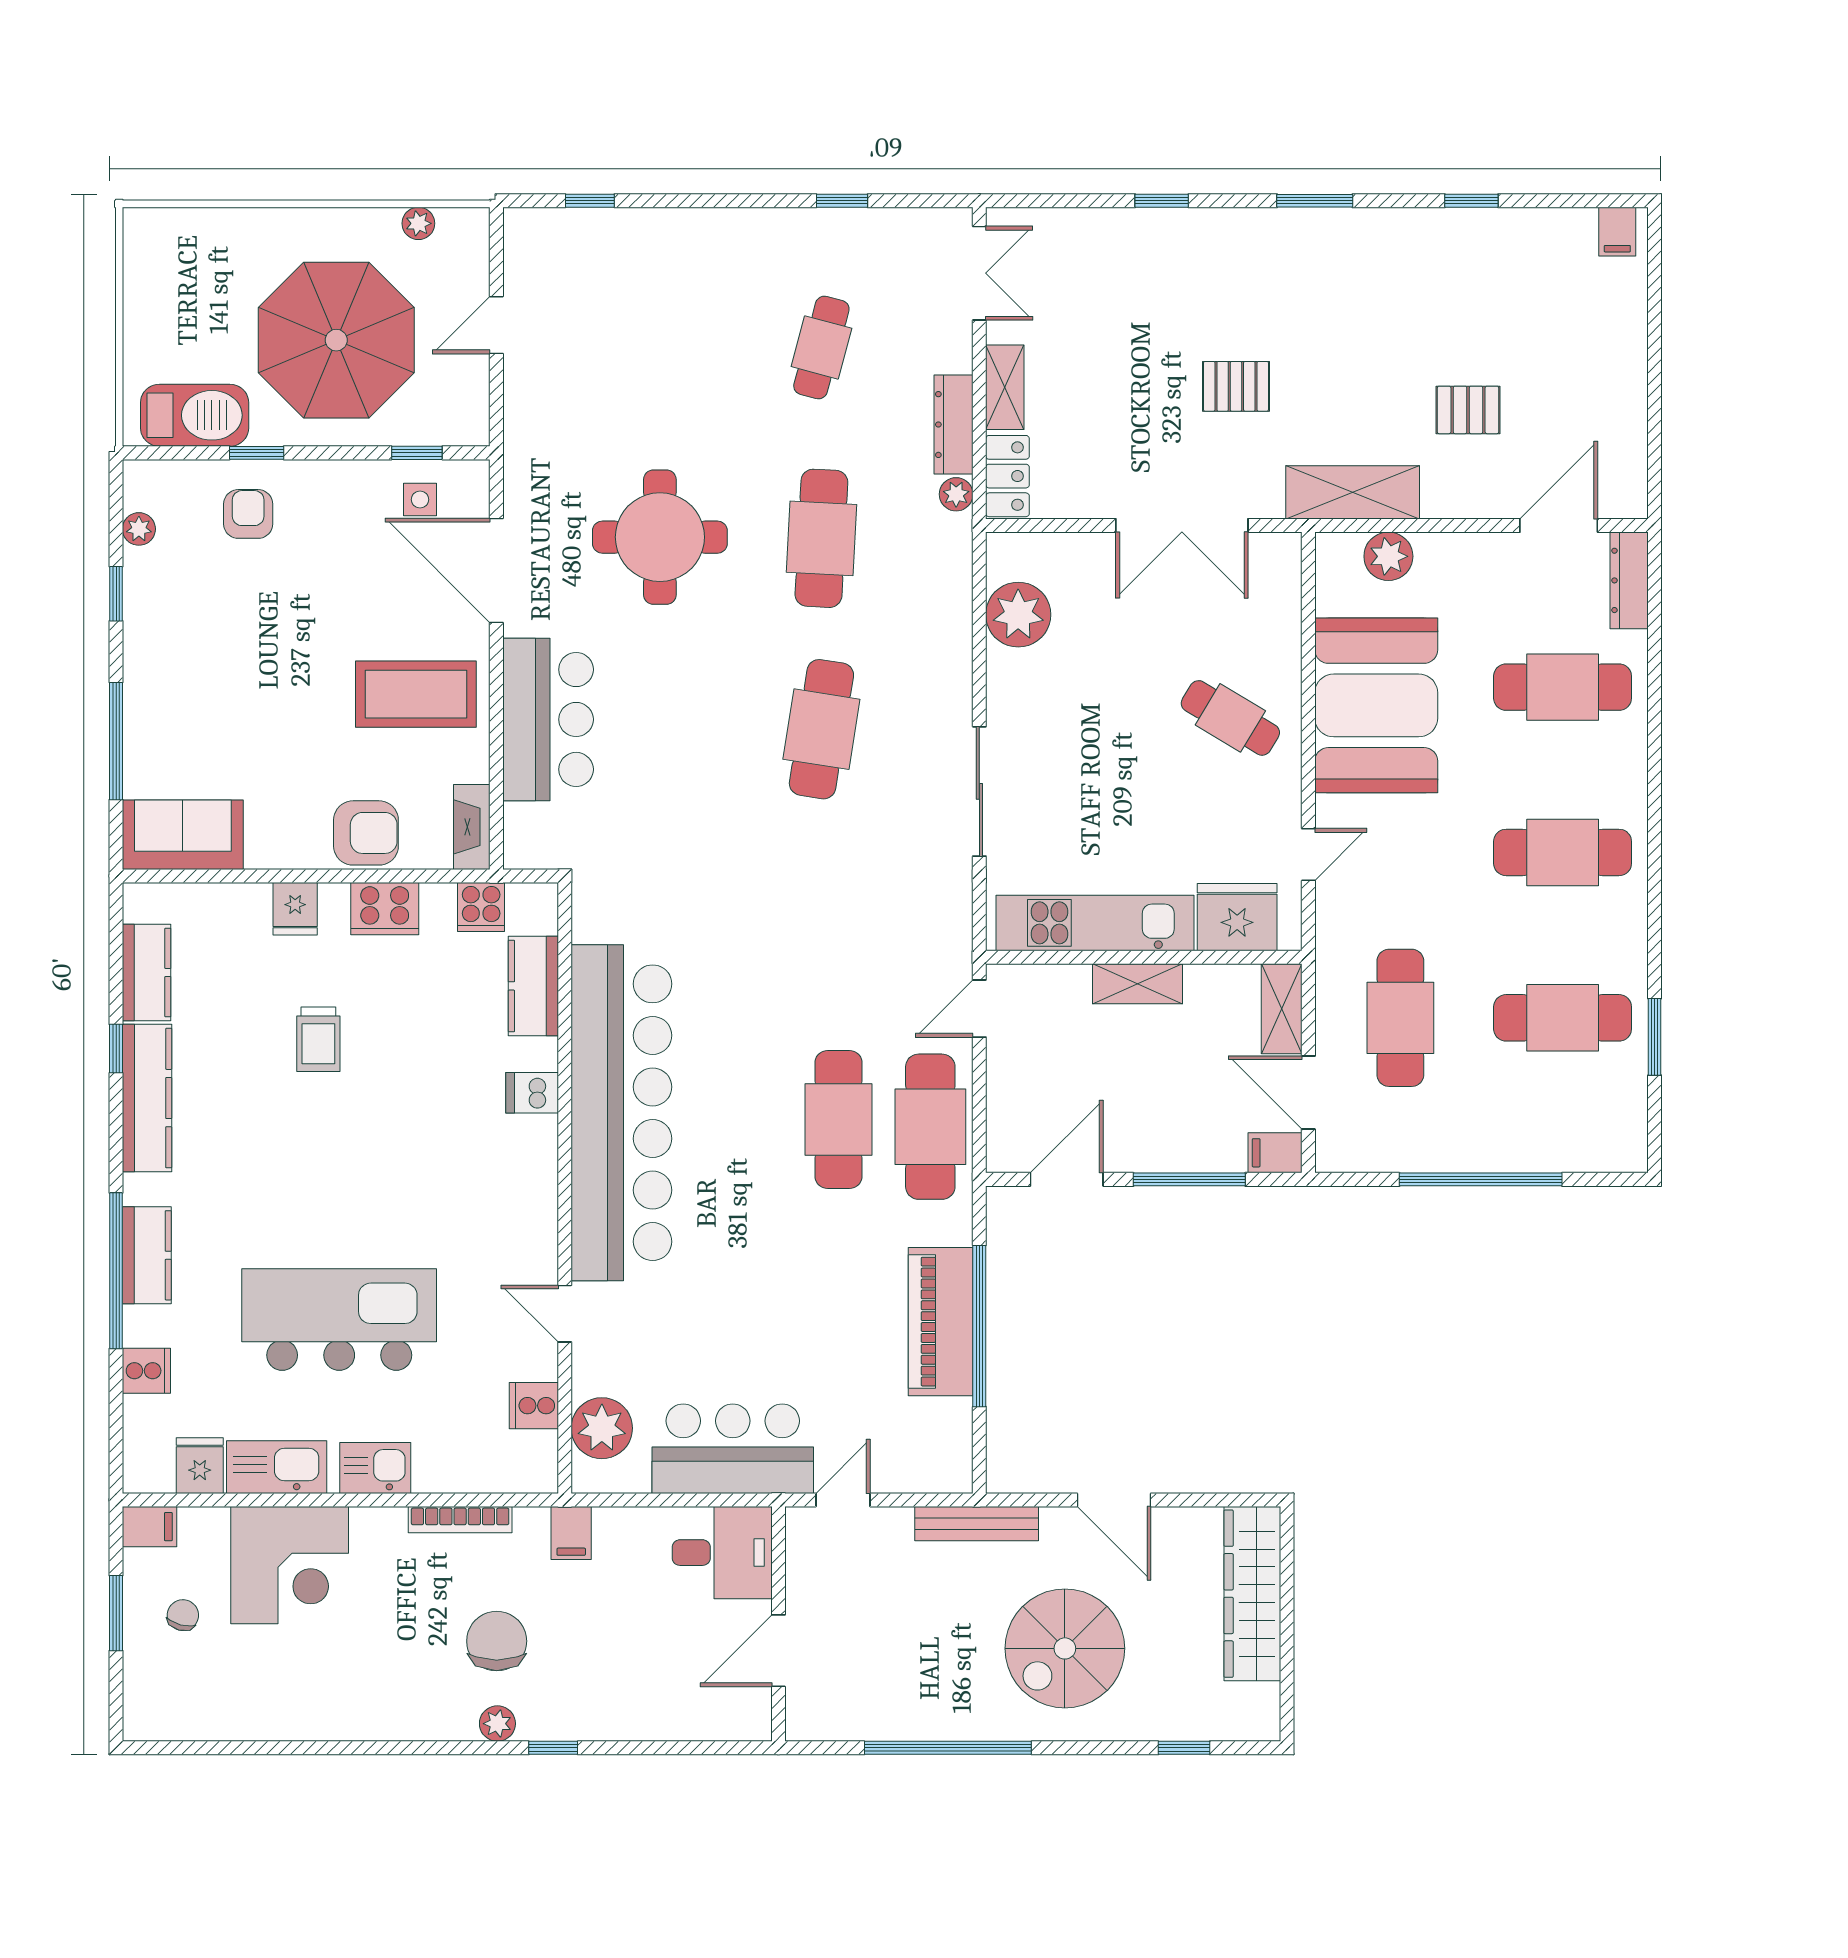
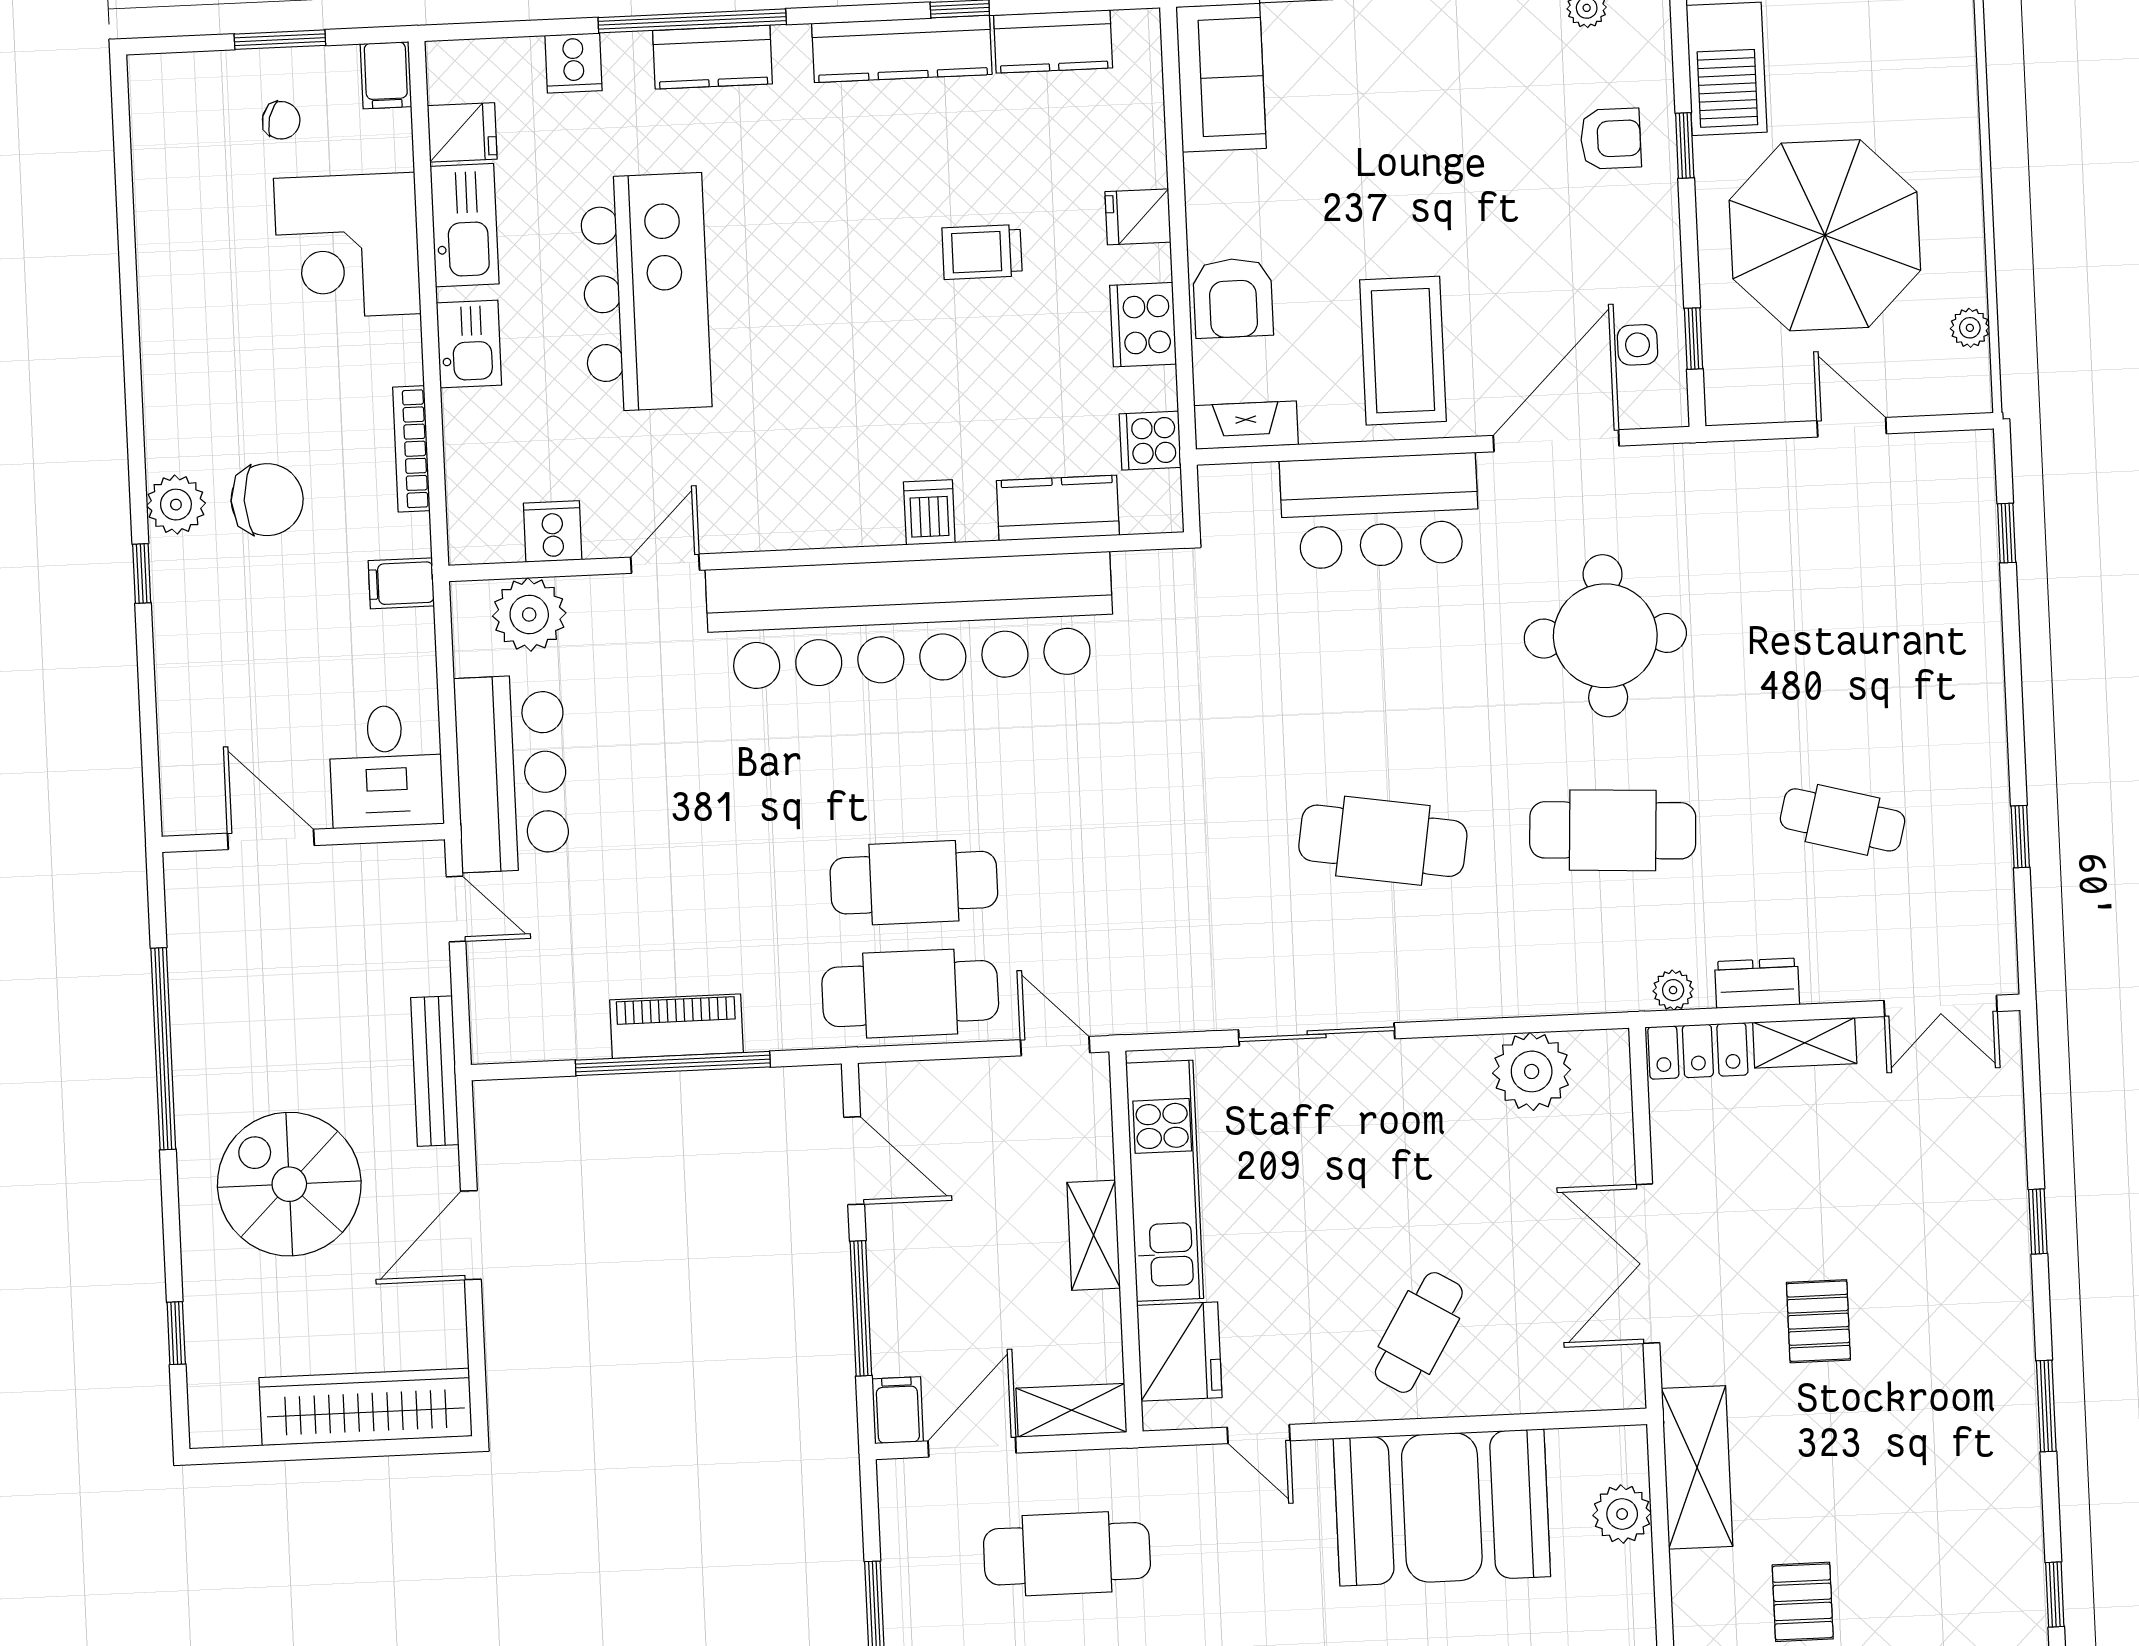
dresser: (953, 425) -> (1757, 983), width x0.70
piano: (941, 1322) -> (677, 1026), width x0.73, depth x0.75
plant: (497, 1724) -> (176, 505), width x1.38, depth x1.38

